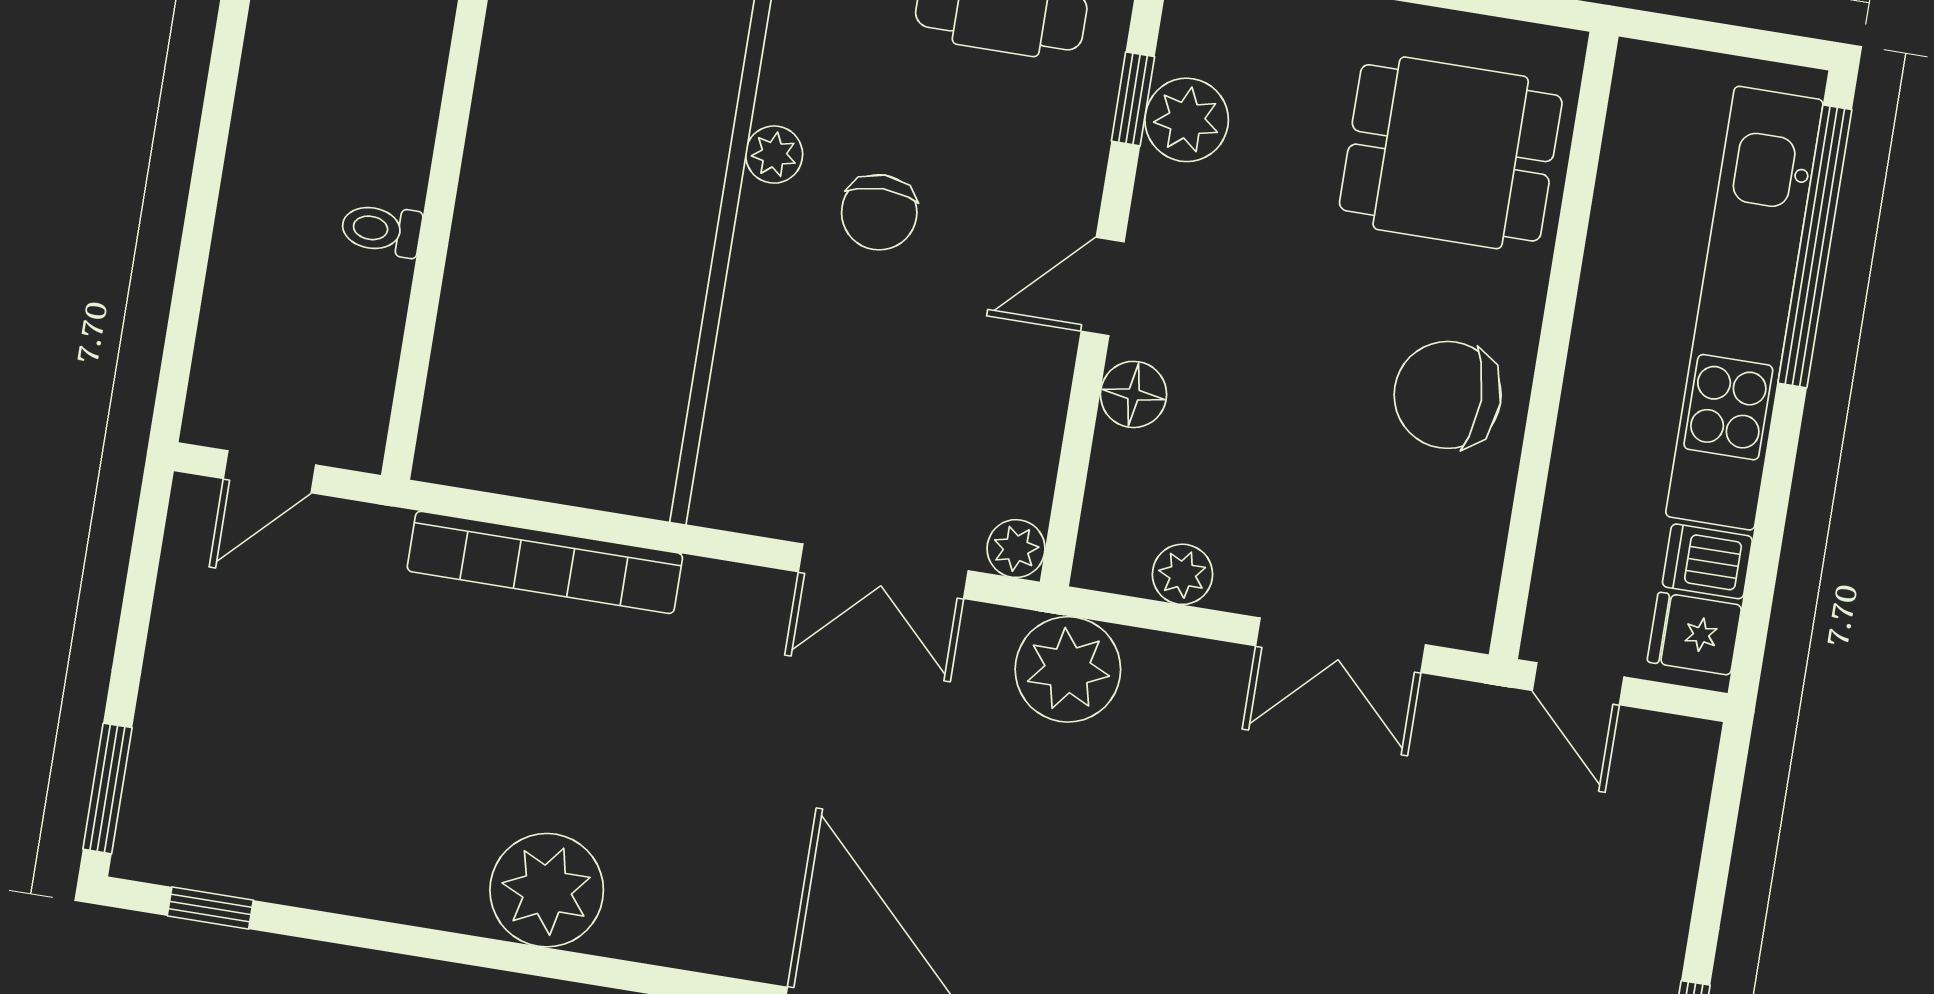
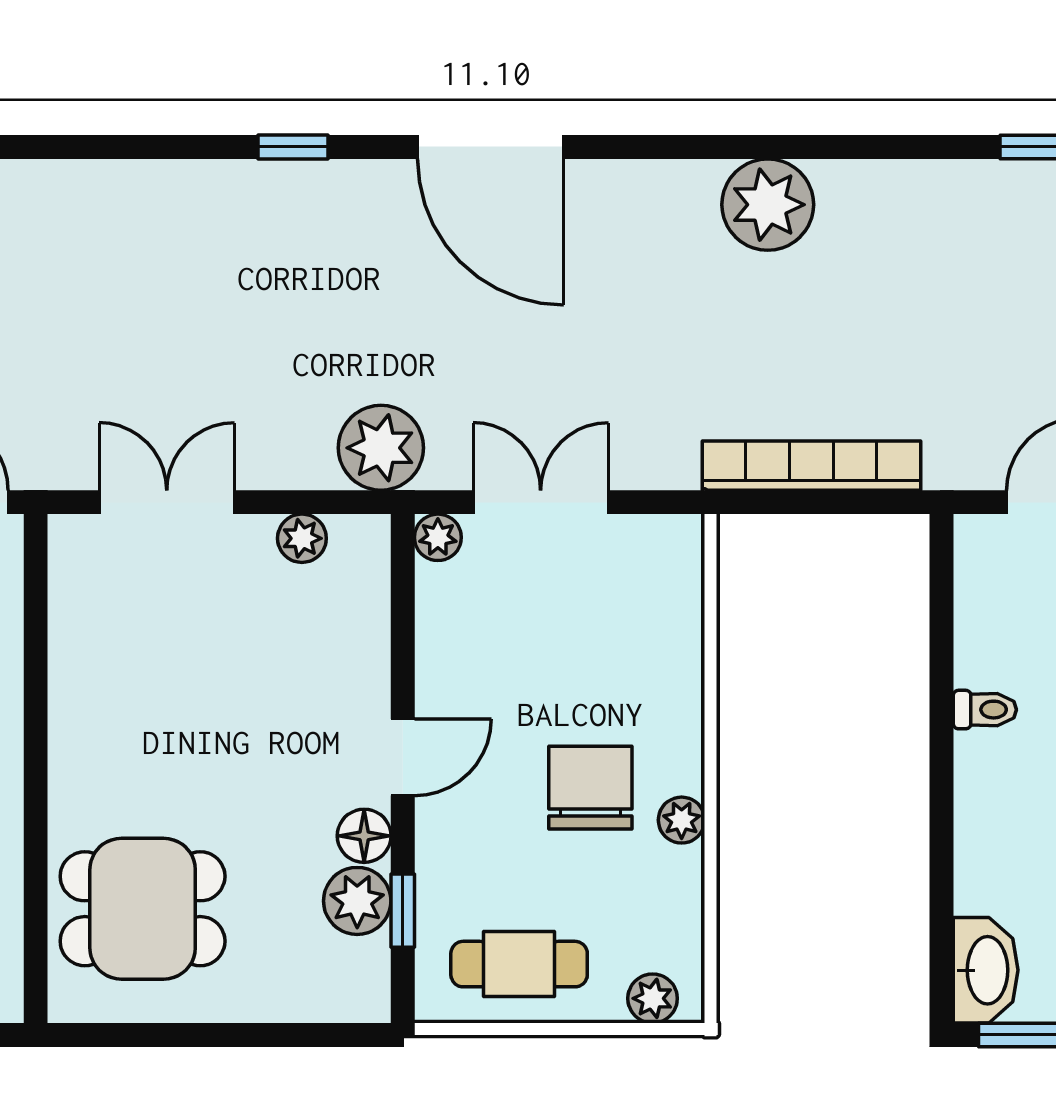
chair: (879, 212) -> (590, 788), width x1.37, depth x1.37
floor lamp: (1134, 394) -> (364, 836), moved
chair: (1448, 395) -> (114, 715), removed

